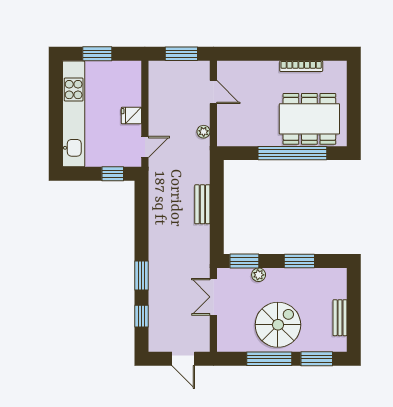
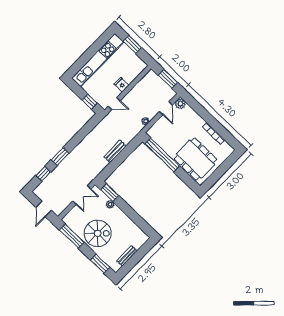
plant: (226, 69) -> (180, 104), added
window: (292, 153) -> (162, 155), moved
window: (299, 261) -> (133, 215), removed
double door: (213, 297) -> (82, 195), swing flipped
window: (269, 359) -> (72, 236), moved

